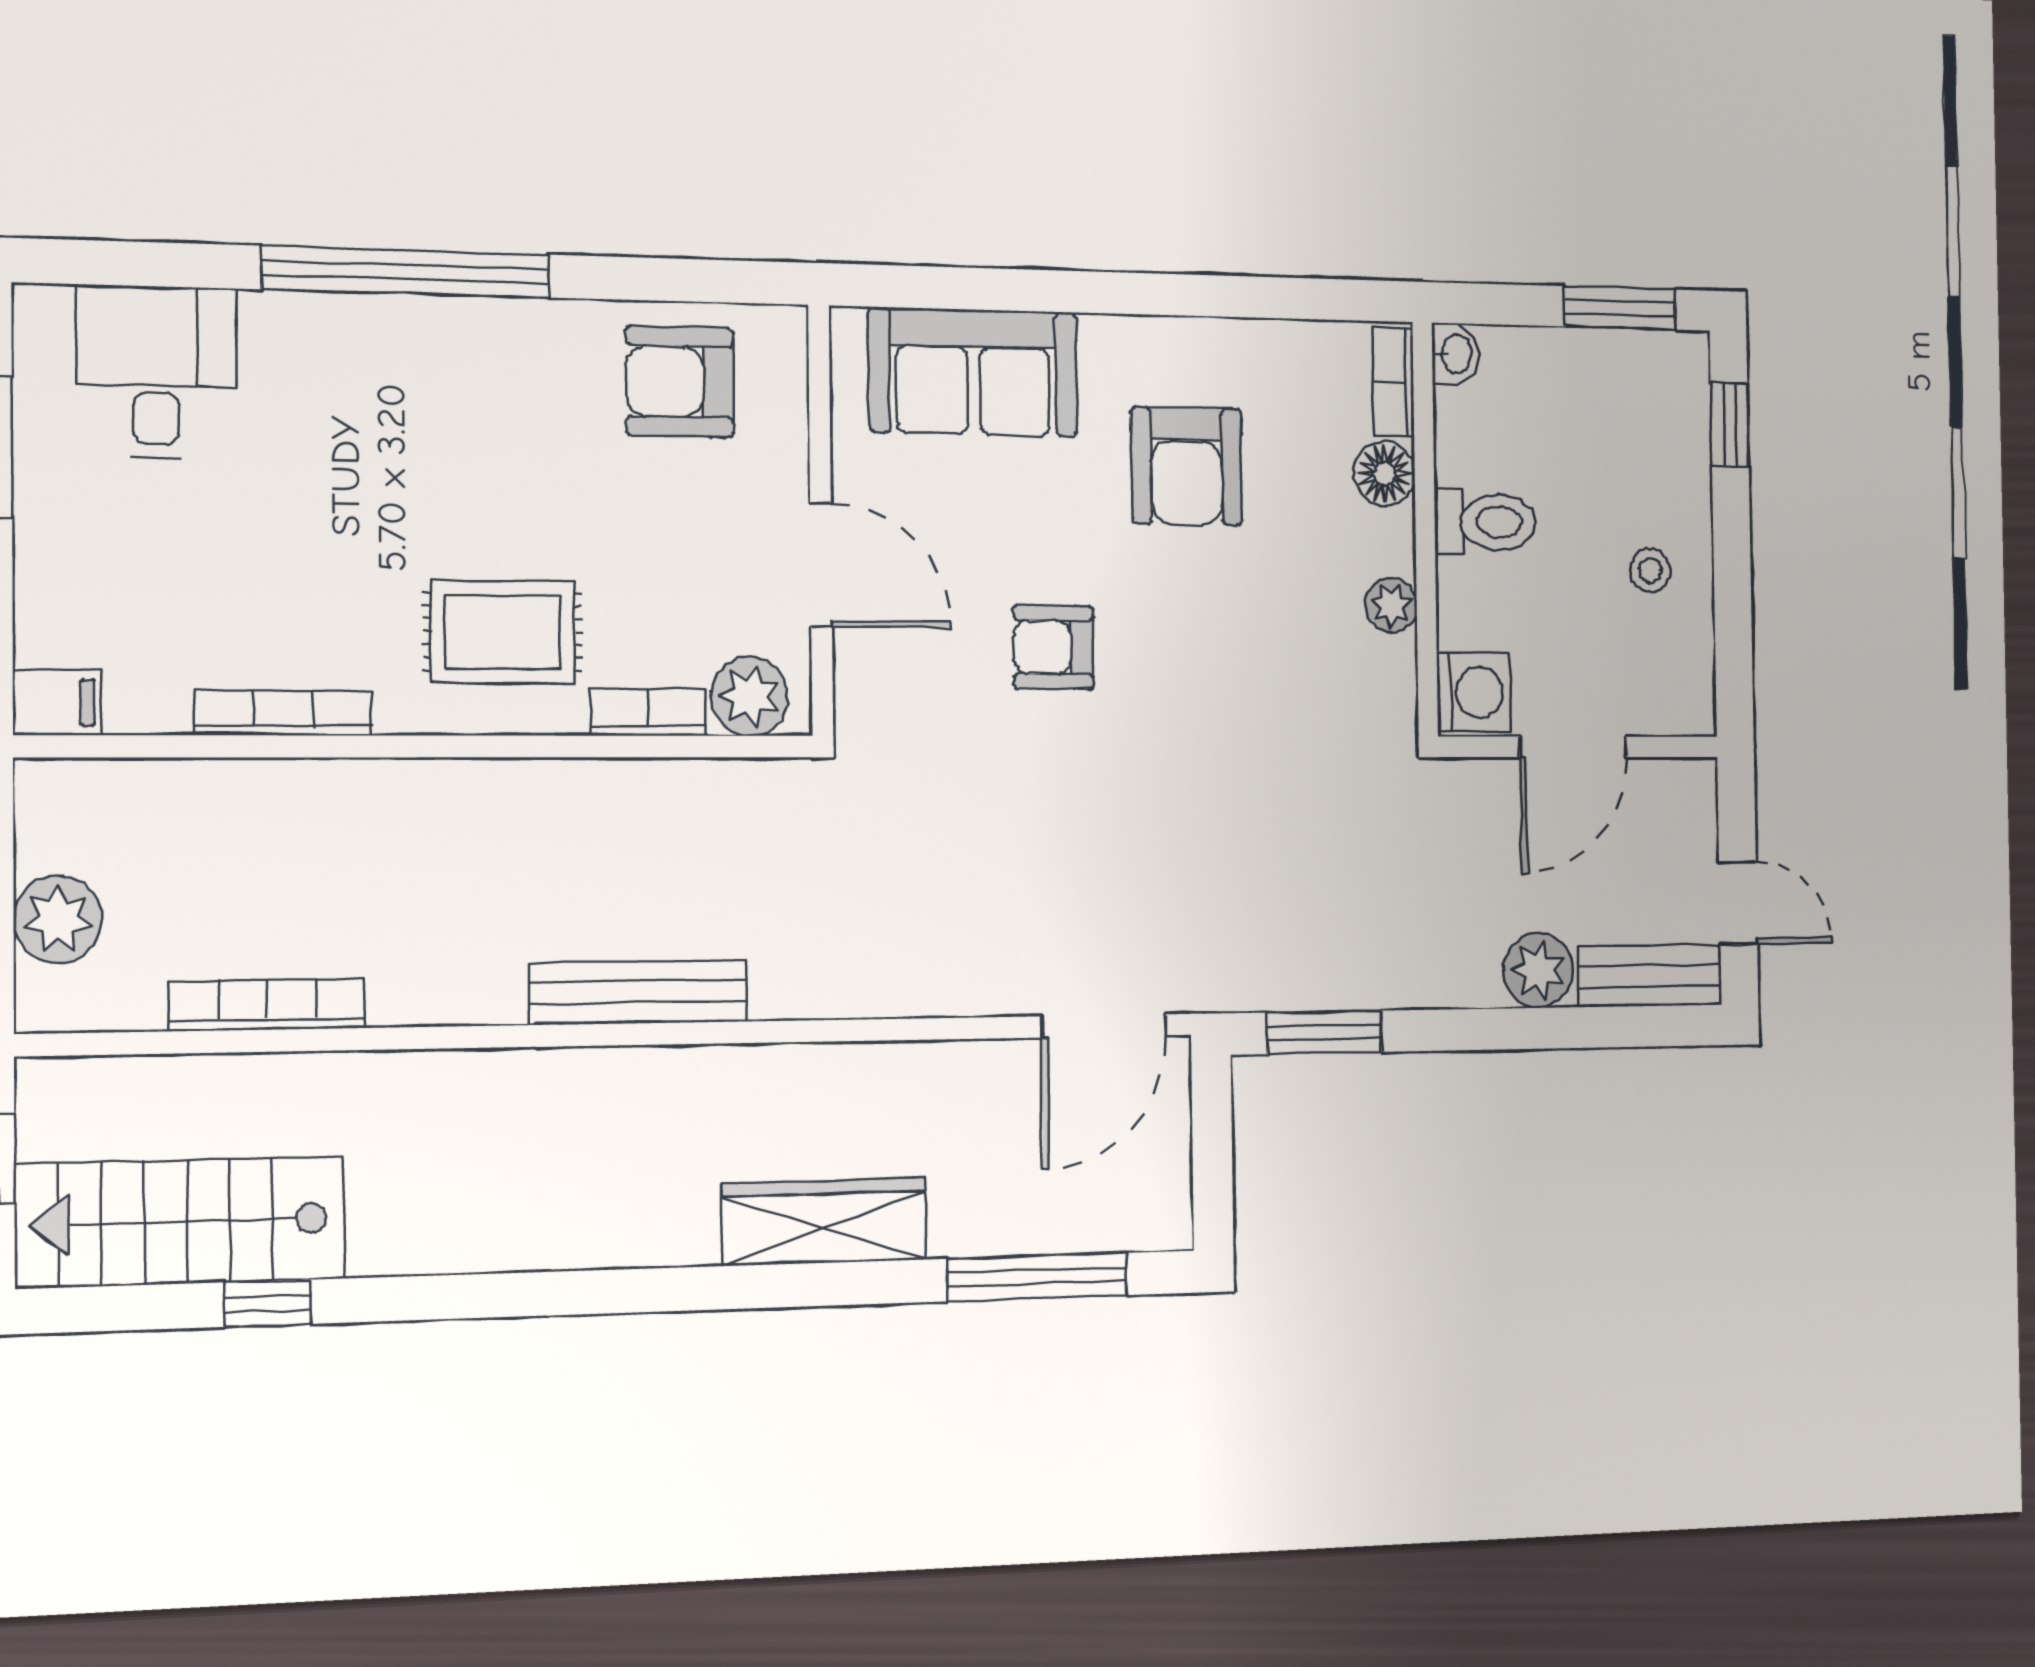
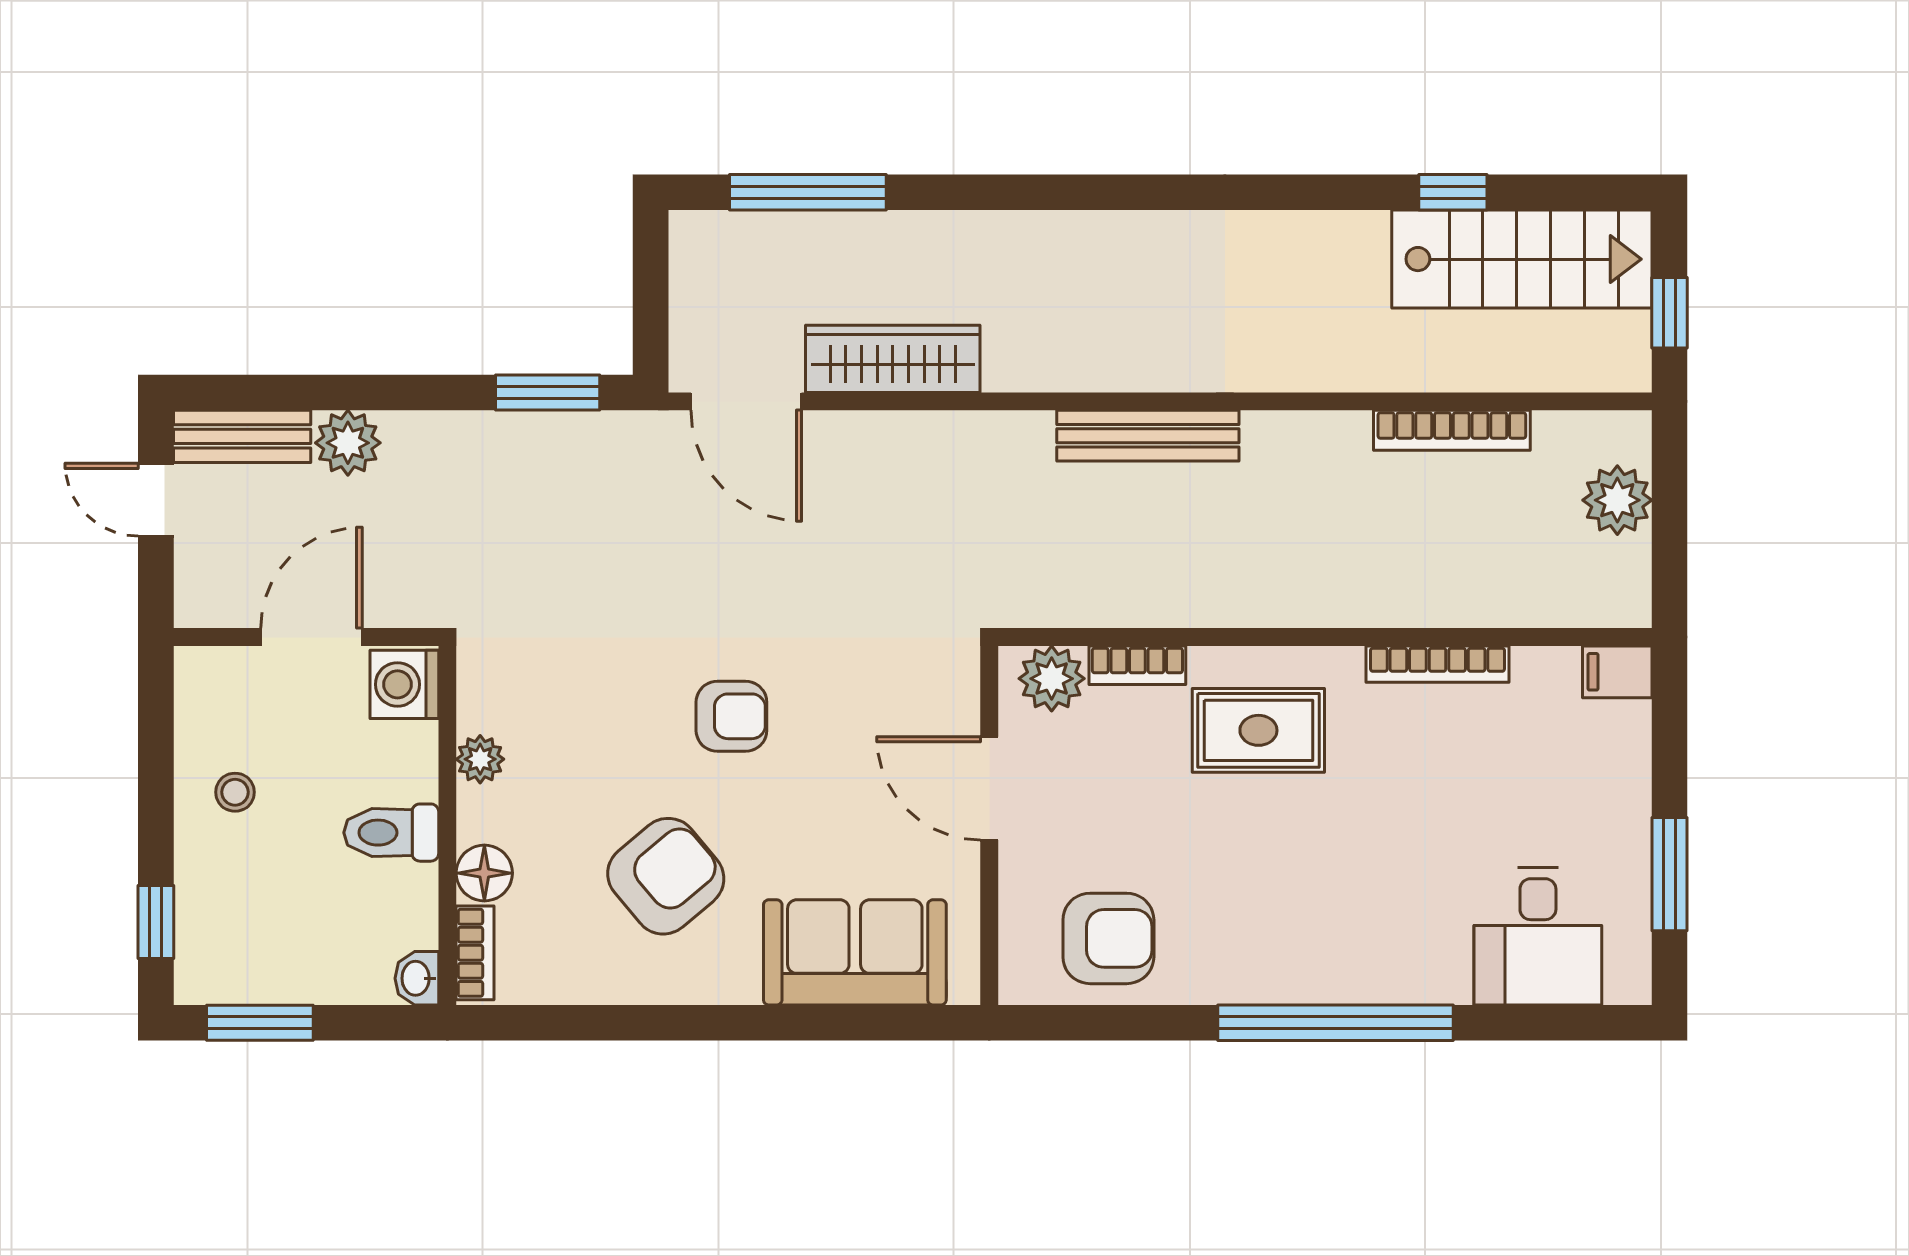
armchair: (1186, 466) -> (666, 876), turned 50
armchair: (1054, 647) -> (731, 716), moved
door: (1104, 1026) -> (746, 401), swing flipped
wardrobe: (824, 1222) -> (893, 359), moved, turned 180

